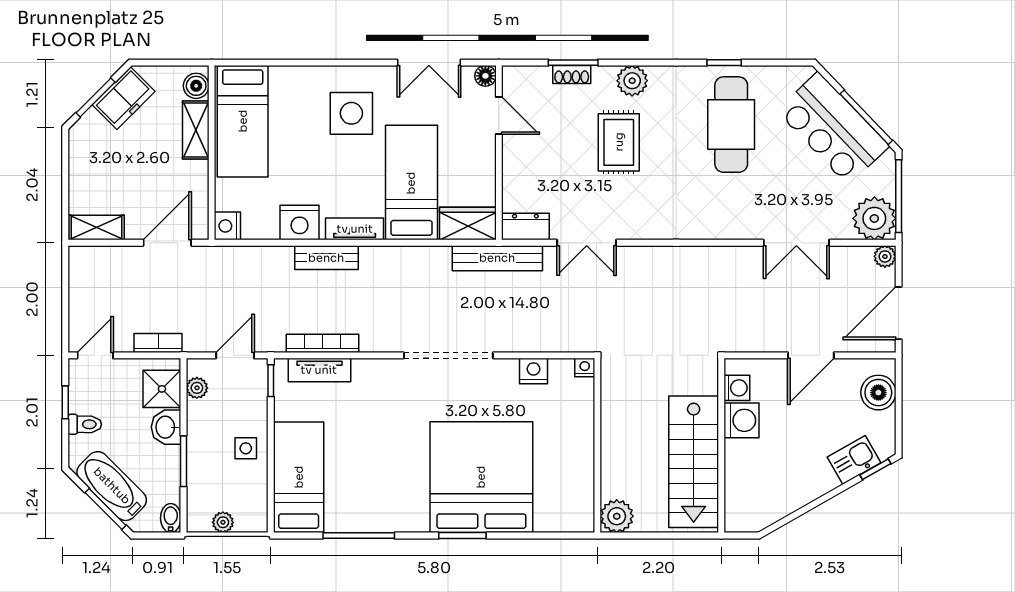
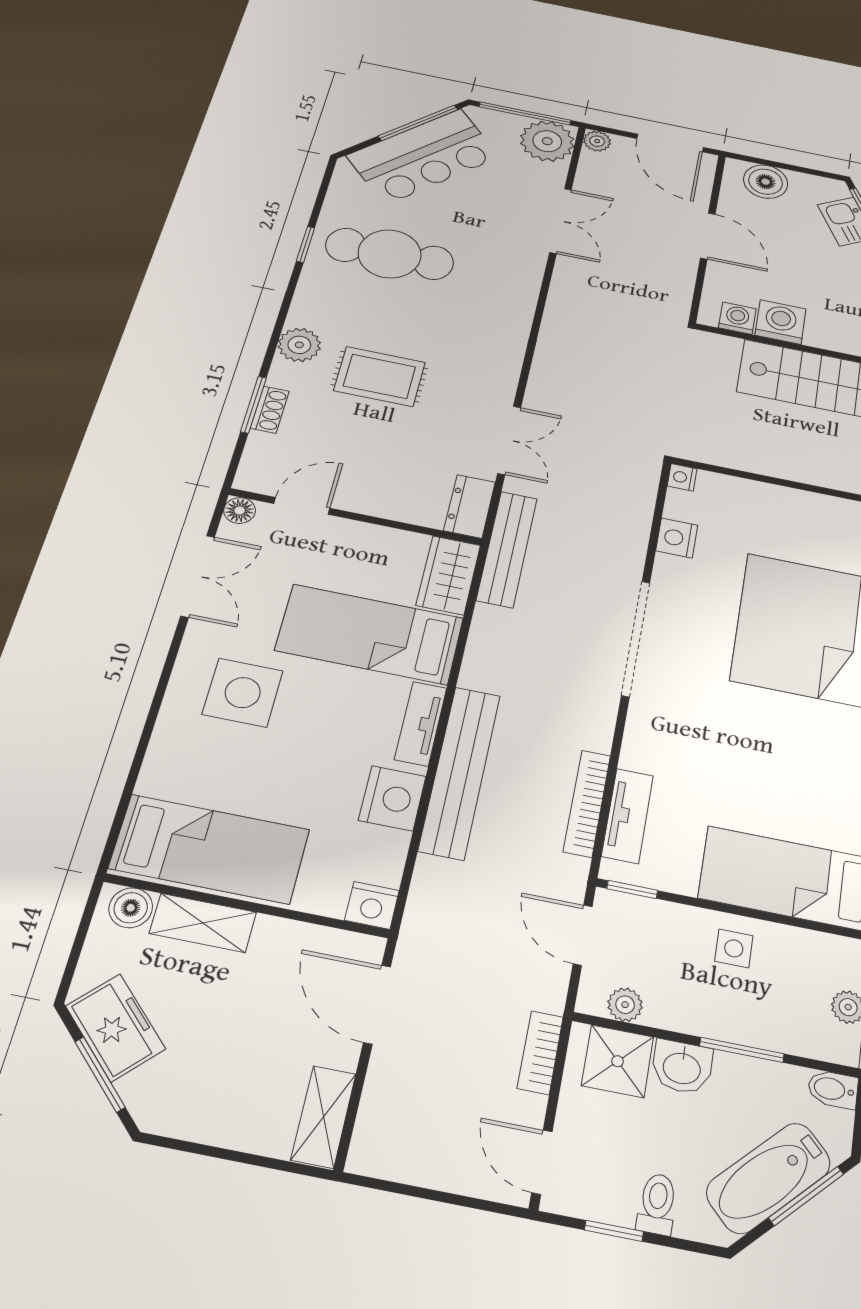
bench: (326, 258) -> (460, 772), width x1.86, depth x1.21

